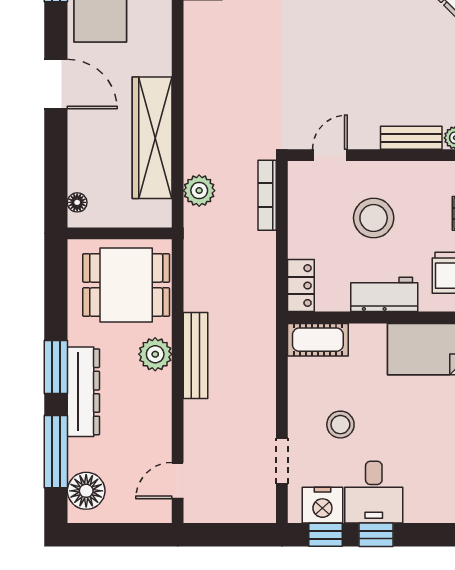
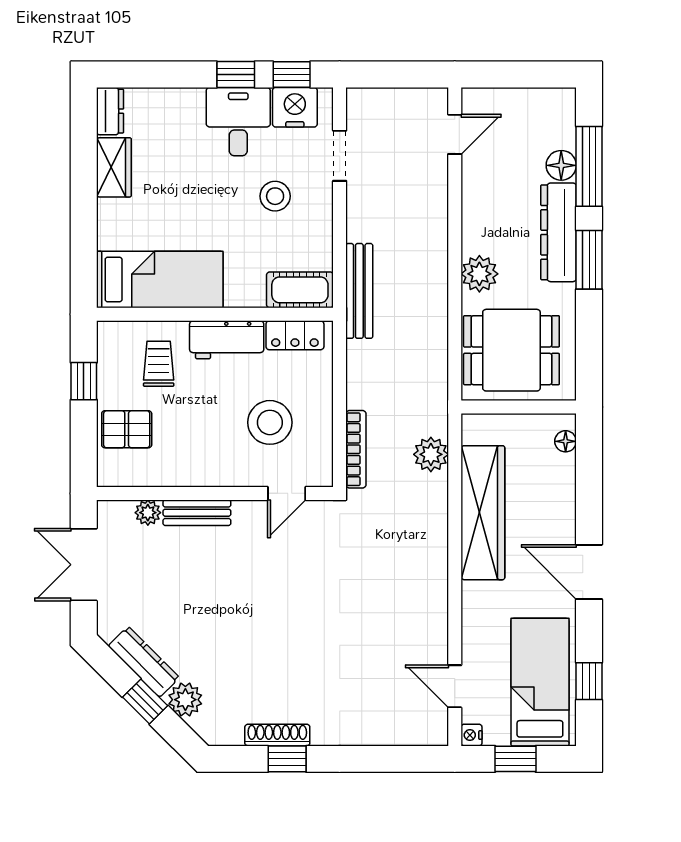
stool: (374, 218) -> (270, 422), moved
locker: (301, 286) -> (295, 335), moved, turned -90
bench: (195, 355) -> (359, 291), moved
floor lamp: (86, 491) -> (561, 165), moved, width x0.73, depth x0.73

